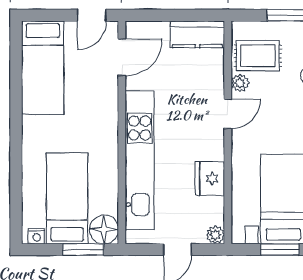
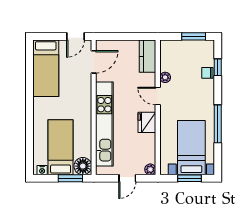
kitchen counter: (197, 34) -> (148, 56), moved, turned 90
rug: (258, 56) -> (176, 61), removed
door: (228, 114) -> (158, 96), swing flipped
fridge: (210, 178) -> (147, 122), moved

